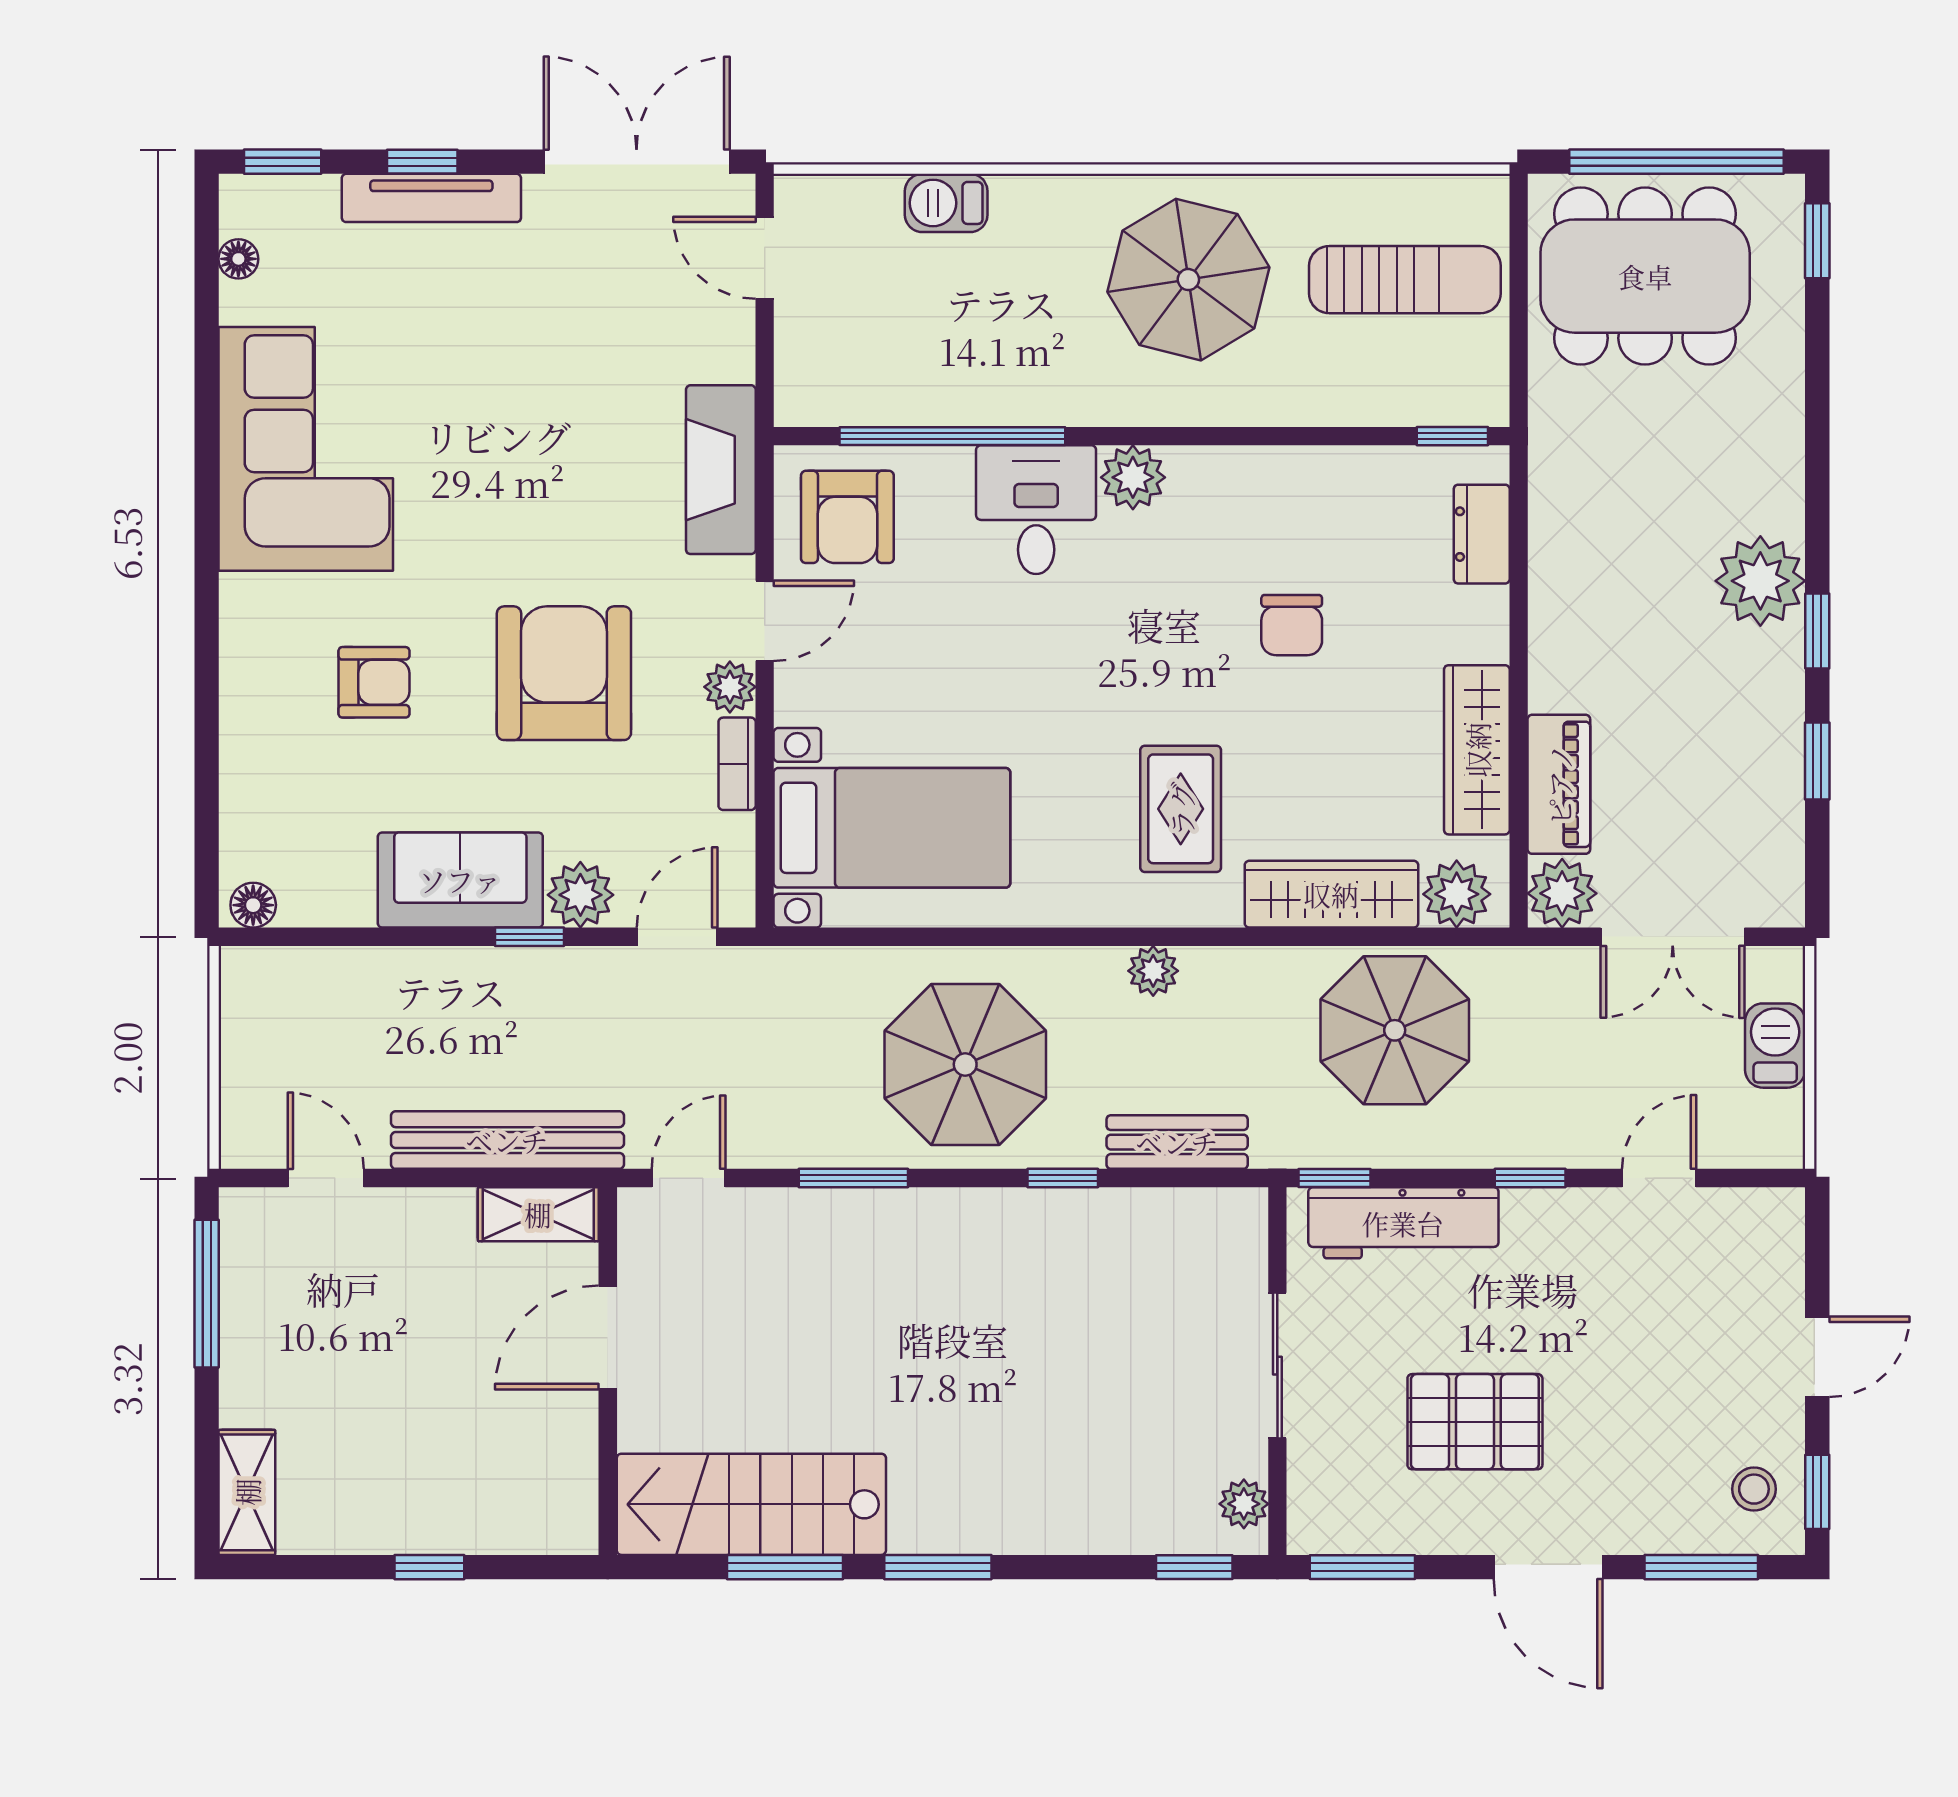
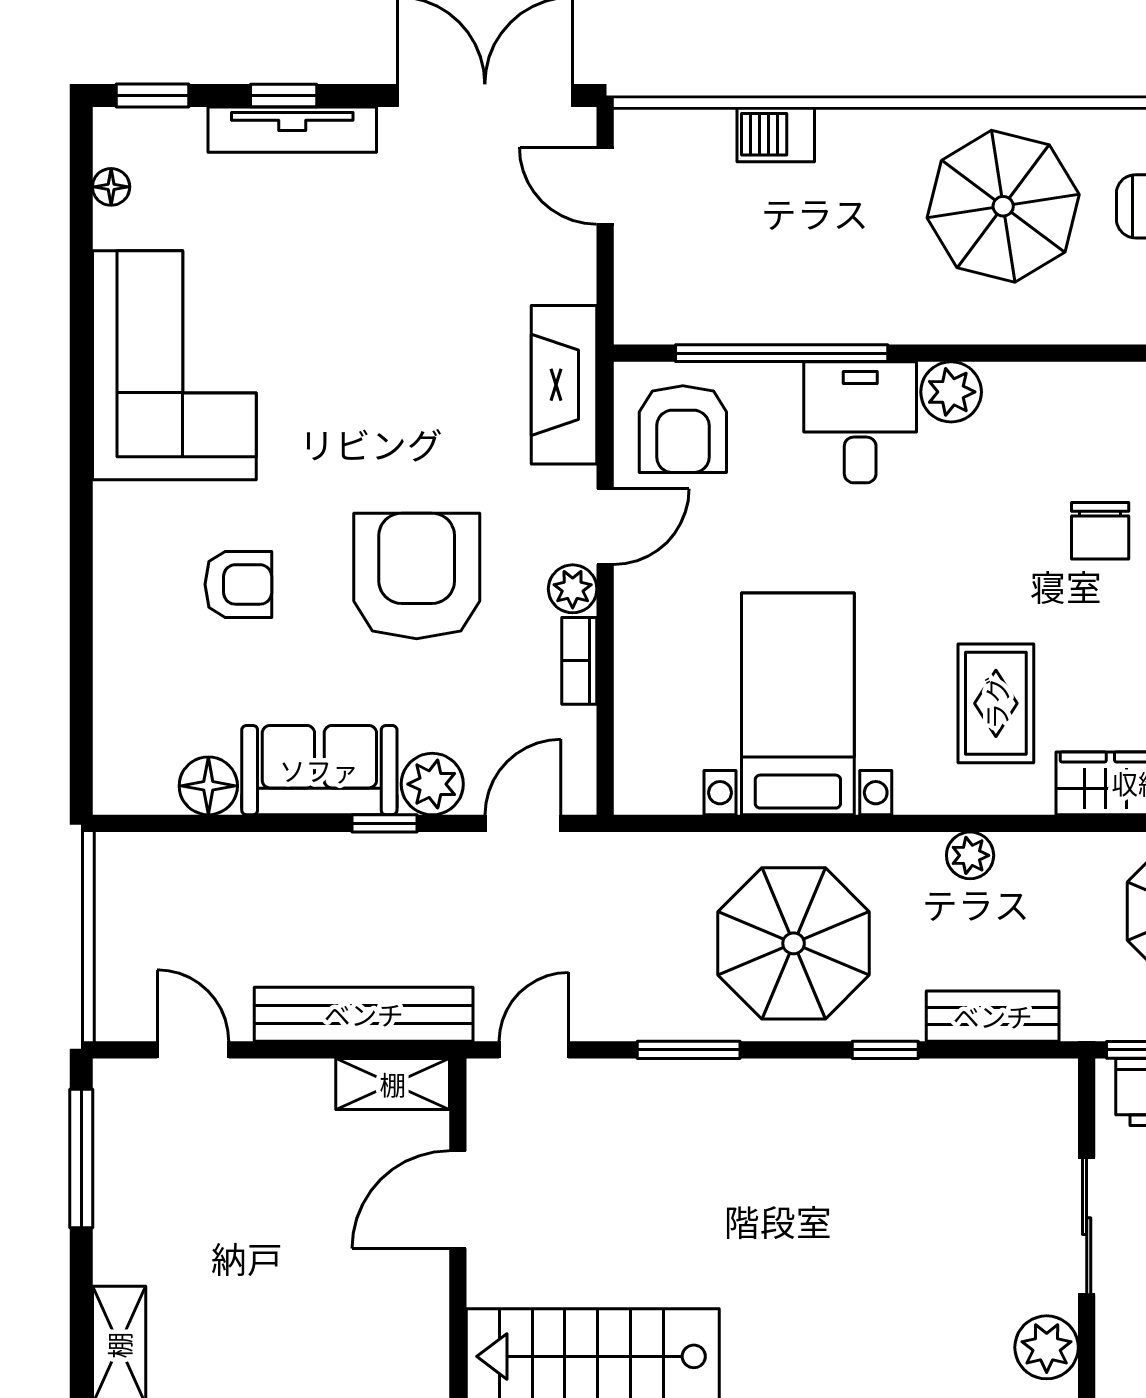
bed with nightstands: (892, 828) -> (798, 704), moved, turned -90
floor lamp: (253, 905) -> (208, 786), moved, width x1.37, depth x1.37
plant: (1244, 1504) -> (1047, 1347), width x1.38, depth x1.38

